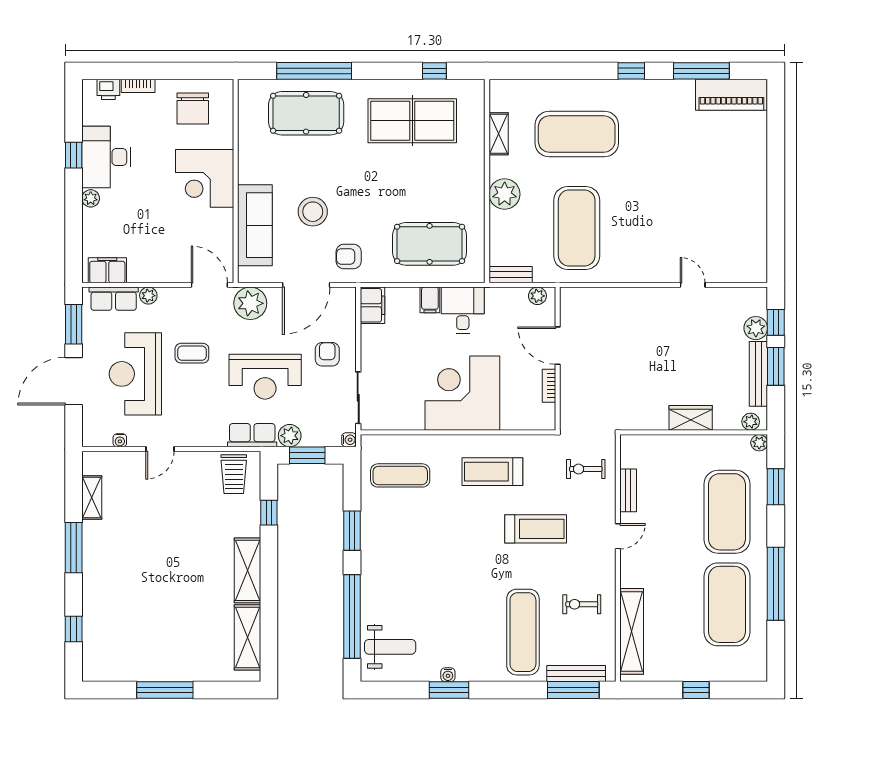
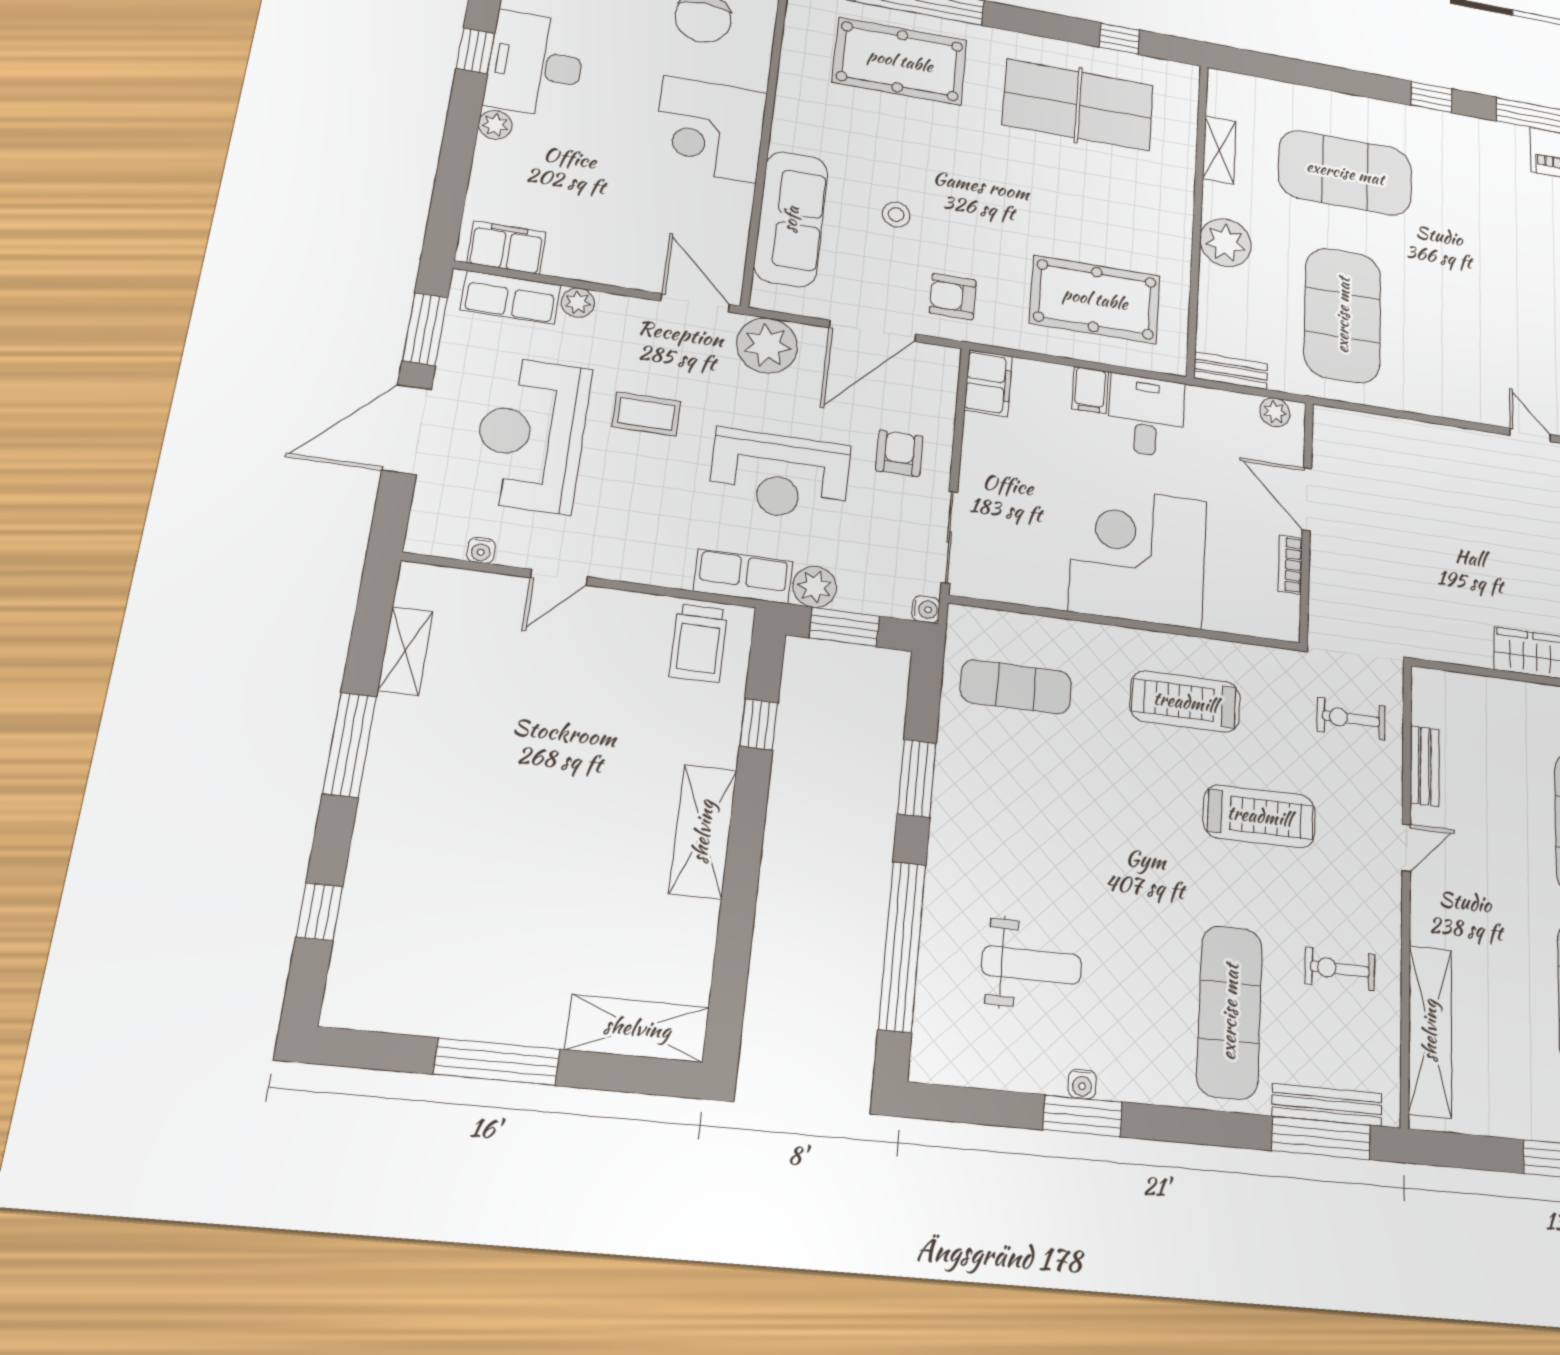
stool: (313, 212) -> (896, 214), width x0.53, depth x0.53
shelving: (247, 637) -> (637, 1028), moved, turned 90
weight bench: (390, 647) -> (1032, 965), moved

